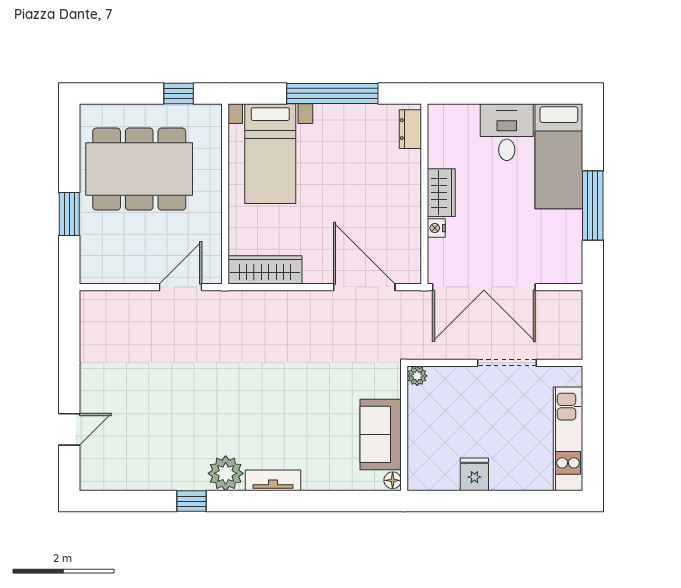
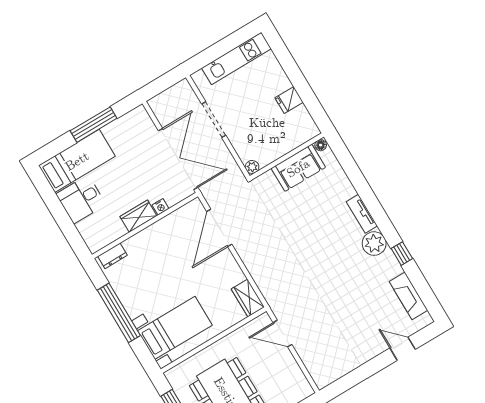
wardrobe: (265, 270) -> (248, 298), width x0.67
fireplace: (132, 477) -> (409, 296), added

